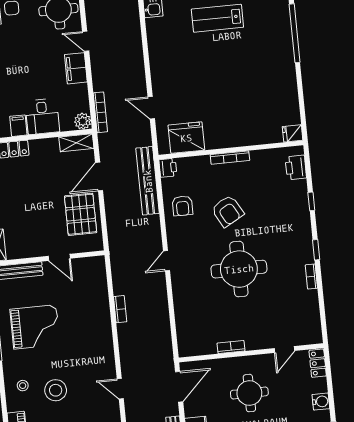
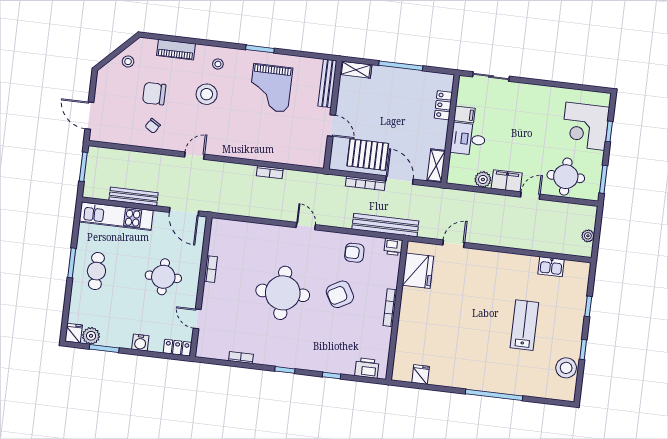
bookcase: (100, 112) -> (365, 183), moved
plant: (83, 121) -> (483, 179), moved
fridge: (293, 133) -> (421, 374), moved
door: (59, 257) -> (331, 125), swing flipped
bookcase: (311, 277) -> (241, 358), moved

